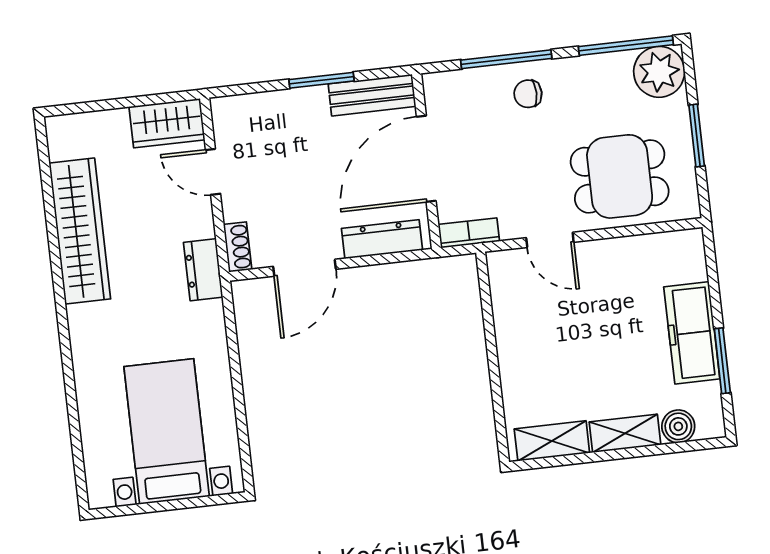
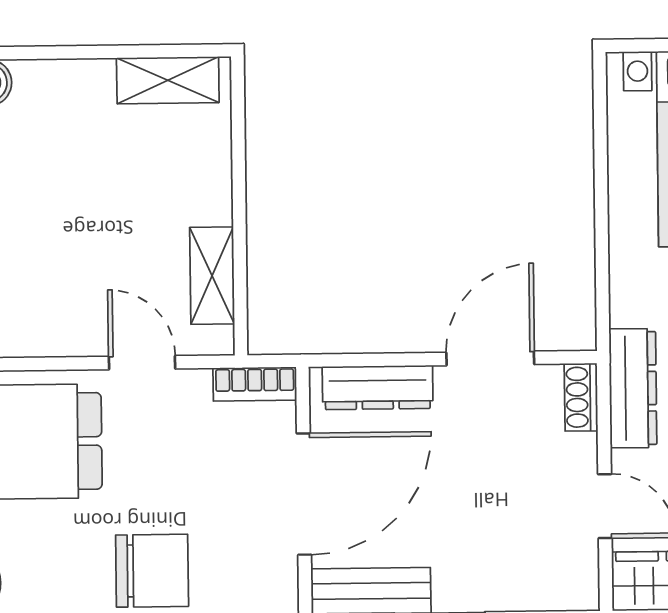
chair: (528, 94) -> (152, 571), width x1.87, depth x1.87
dresser: (203, 270) -> (633, 388), width x1.44
shelving: (625, 433) -> (212, 276), moved, turned 90

